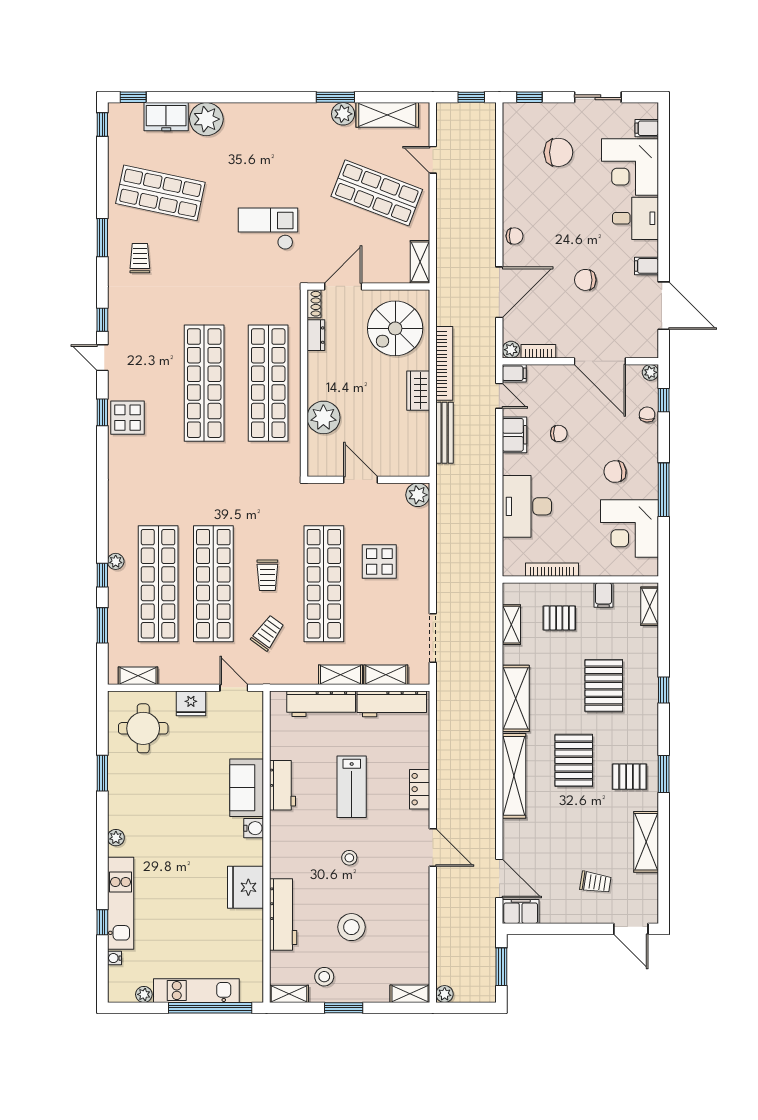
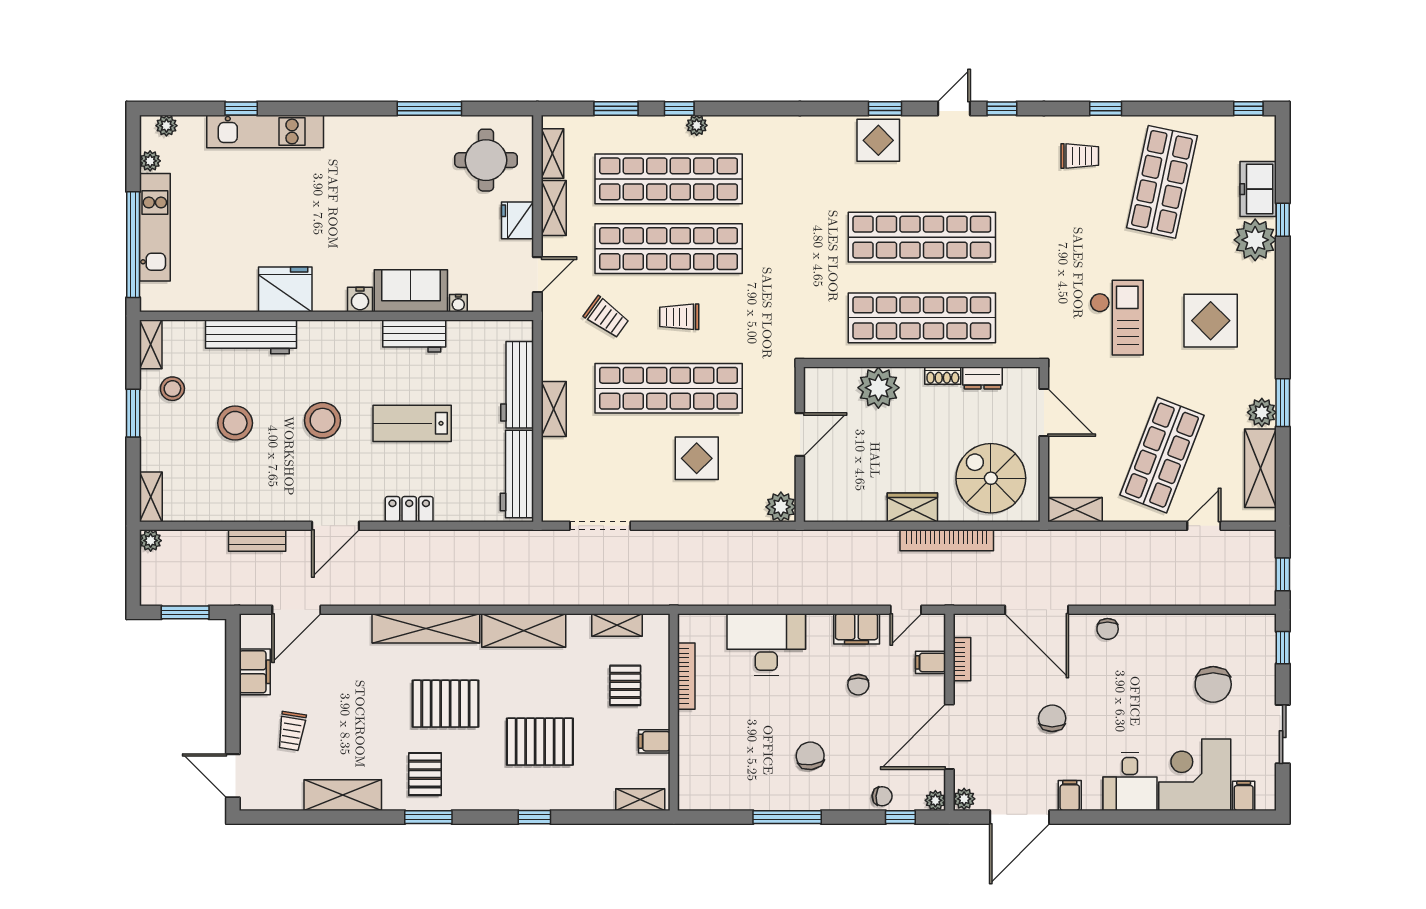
window: (133, 97) -> (1283, 220), moved
display table: (270, 154) -> (1211, 321), added
window: (102, 238) -> (1106, 108), width x0.67
shoe rack: (314, 304) -> (943, 376), moved
plant: (511, 350) -> (964, 799), moved
filing cabinet: (514, 373) -> (931, 662), moved, turned 90
bench: (445, 433) -> (257, 541), moved, width x0.73
corner desk: (630, 528) -> (738, 774), removed
shelving: (386, 675) -> (554, 208), moved
window: (102, 773) -> (429, 108), width x1.44
plant: (116, 838) -> (166, 126), moved
stool: (349, 858) -> (323, 420), width x1.89, depth x1.89
filing cabinet: (521, 911) -> (255, 672), moved
door: (631, 929) -> (233, 776), hinge flipped
water cooler: (114, 958) -> (458, 303), moved, turned 180

